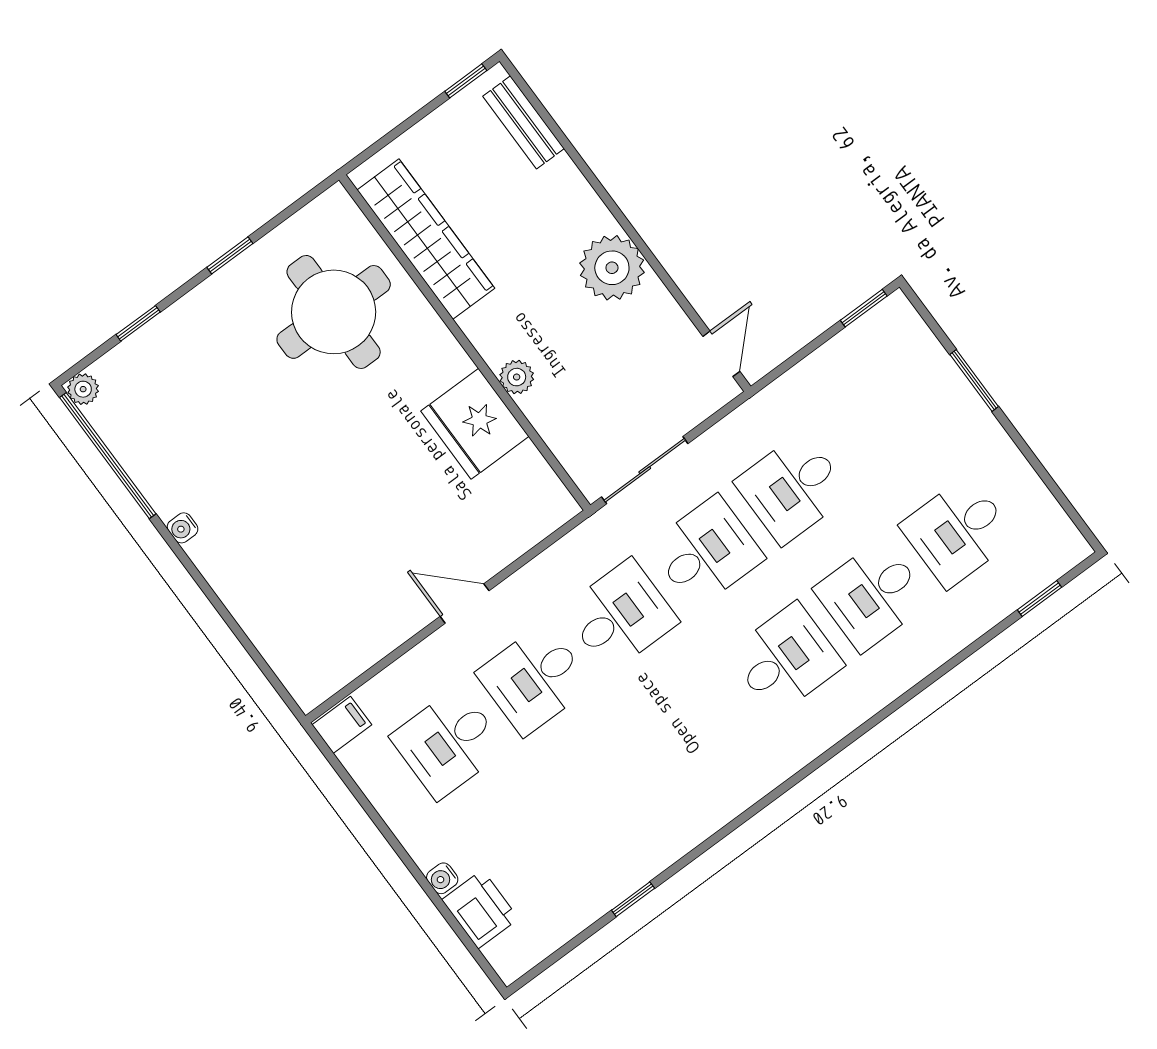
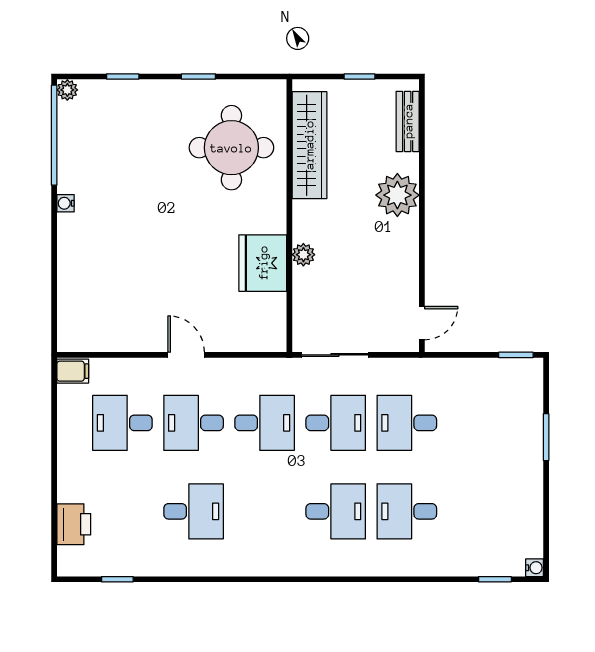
window: (466, 81) -> (360, 76), moved
plant: (612, 268) -> (397, 195), moved
desk: (958, 532) -> (194, 511), moved, turned 180
water cooler: (442, 878) -> (535, 568), moved, turned 180
window: (633, 899) -> (117, 579), moved

